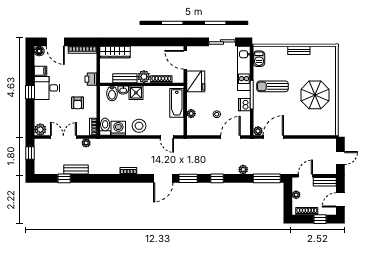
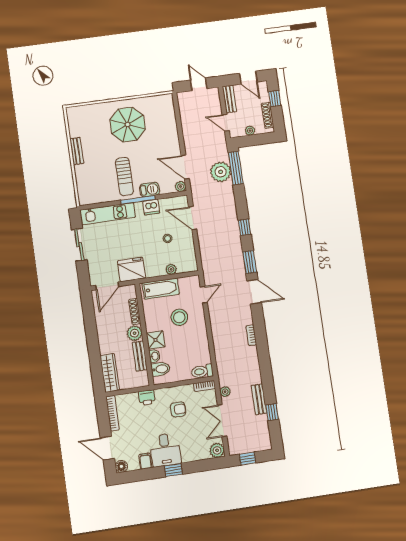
door: (55, 42) -> (107, 448), swing flipped
barbecue: (259, 59) -> (150, 189), moved
stool: (139, 126) -> (179, 317), moved
washing machine: (118, 128) -> (202, 355), removed
plant: (243, 169) -> (221, 172), moved, width x1.87, depth x1.87

